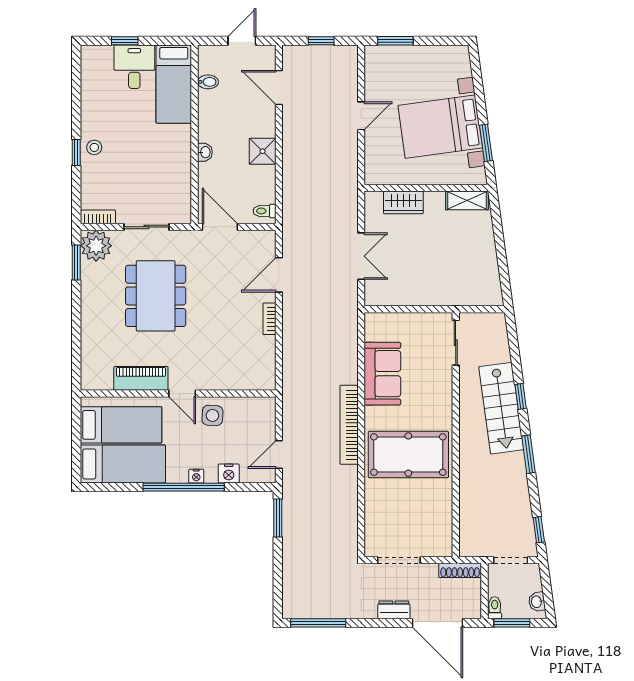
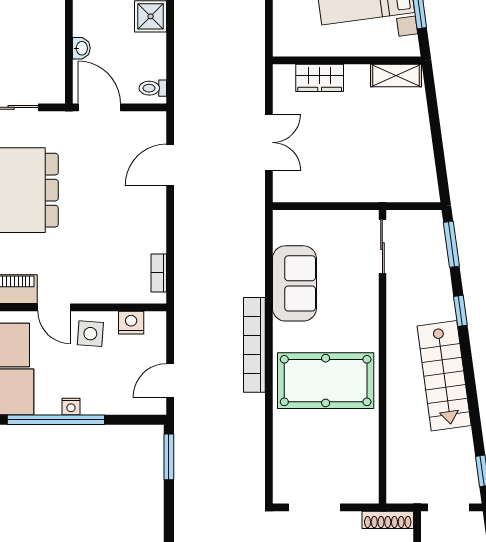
washbasin: (205, 152) -> (81, 48), moved
bookcase: (269, 319) -> (159, 273), moved
stairs: (501, 408) -> (444, 376), moved
window: (528, 454) -> (451, 244), moved
nightstand: (229, 473) -> (131, 323), moved, turned 180

